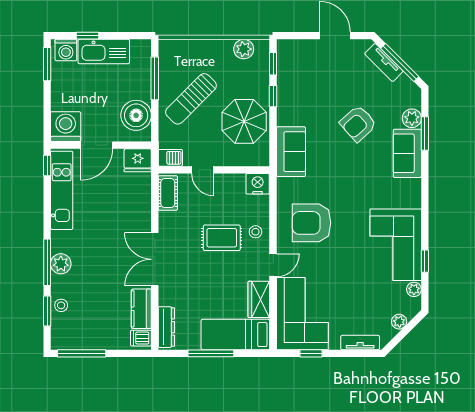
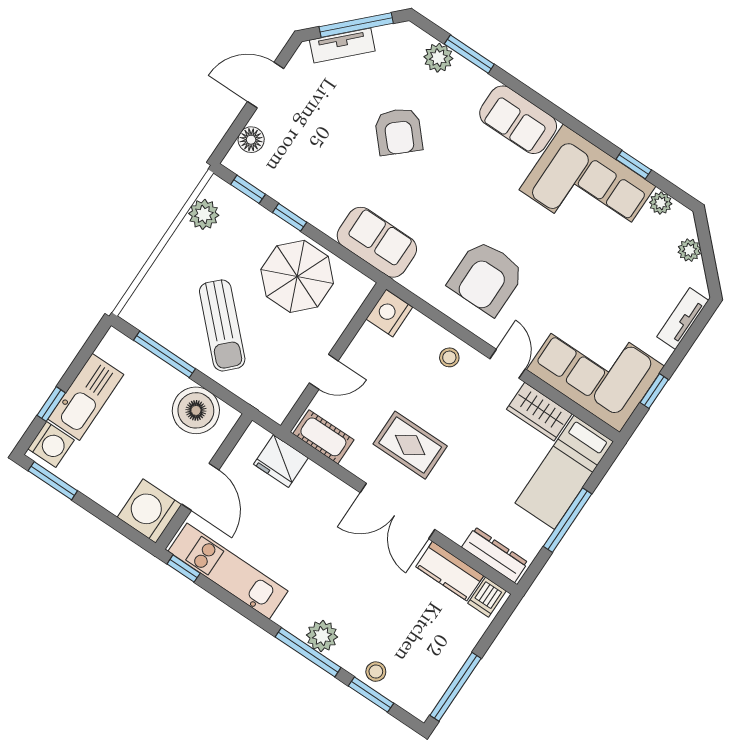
floor lamp: (301, 48) -> (251, 140), added
sofa: (407, 153) -> (518, 120), moved
barbecue: (170, 158) -> (280, 403), removed
fridge: (138, 160) -> (281, 461), moved, turned 90
rug: (222, 238) -> (410, 445), moved, turned 90

